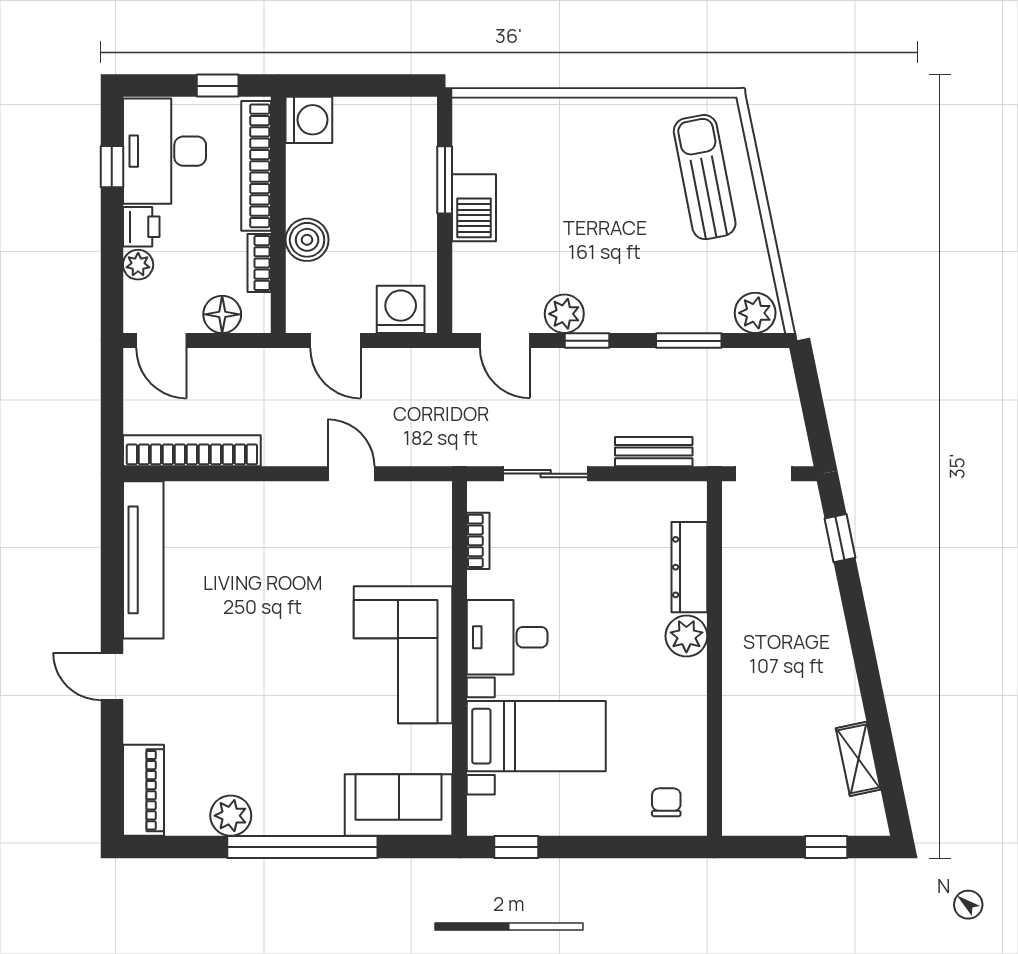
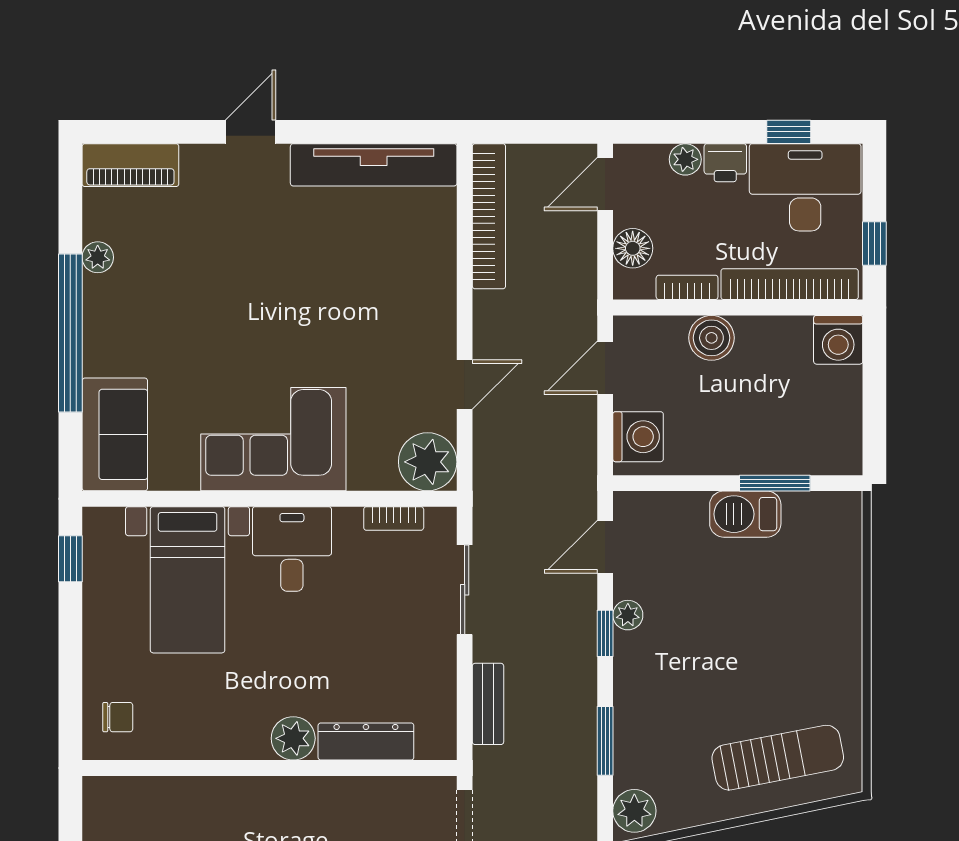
plant: (564, 314) -> (628, 615), width x0.73, depth x0.73
plant: (424, 509) -> (428, 462), added
plant: (231, 816) -> (98, 257), width x0.73, depth x0.73

